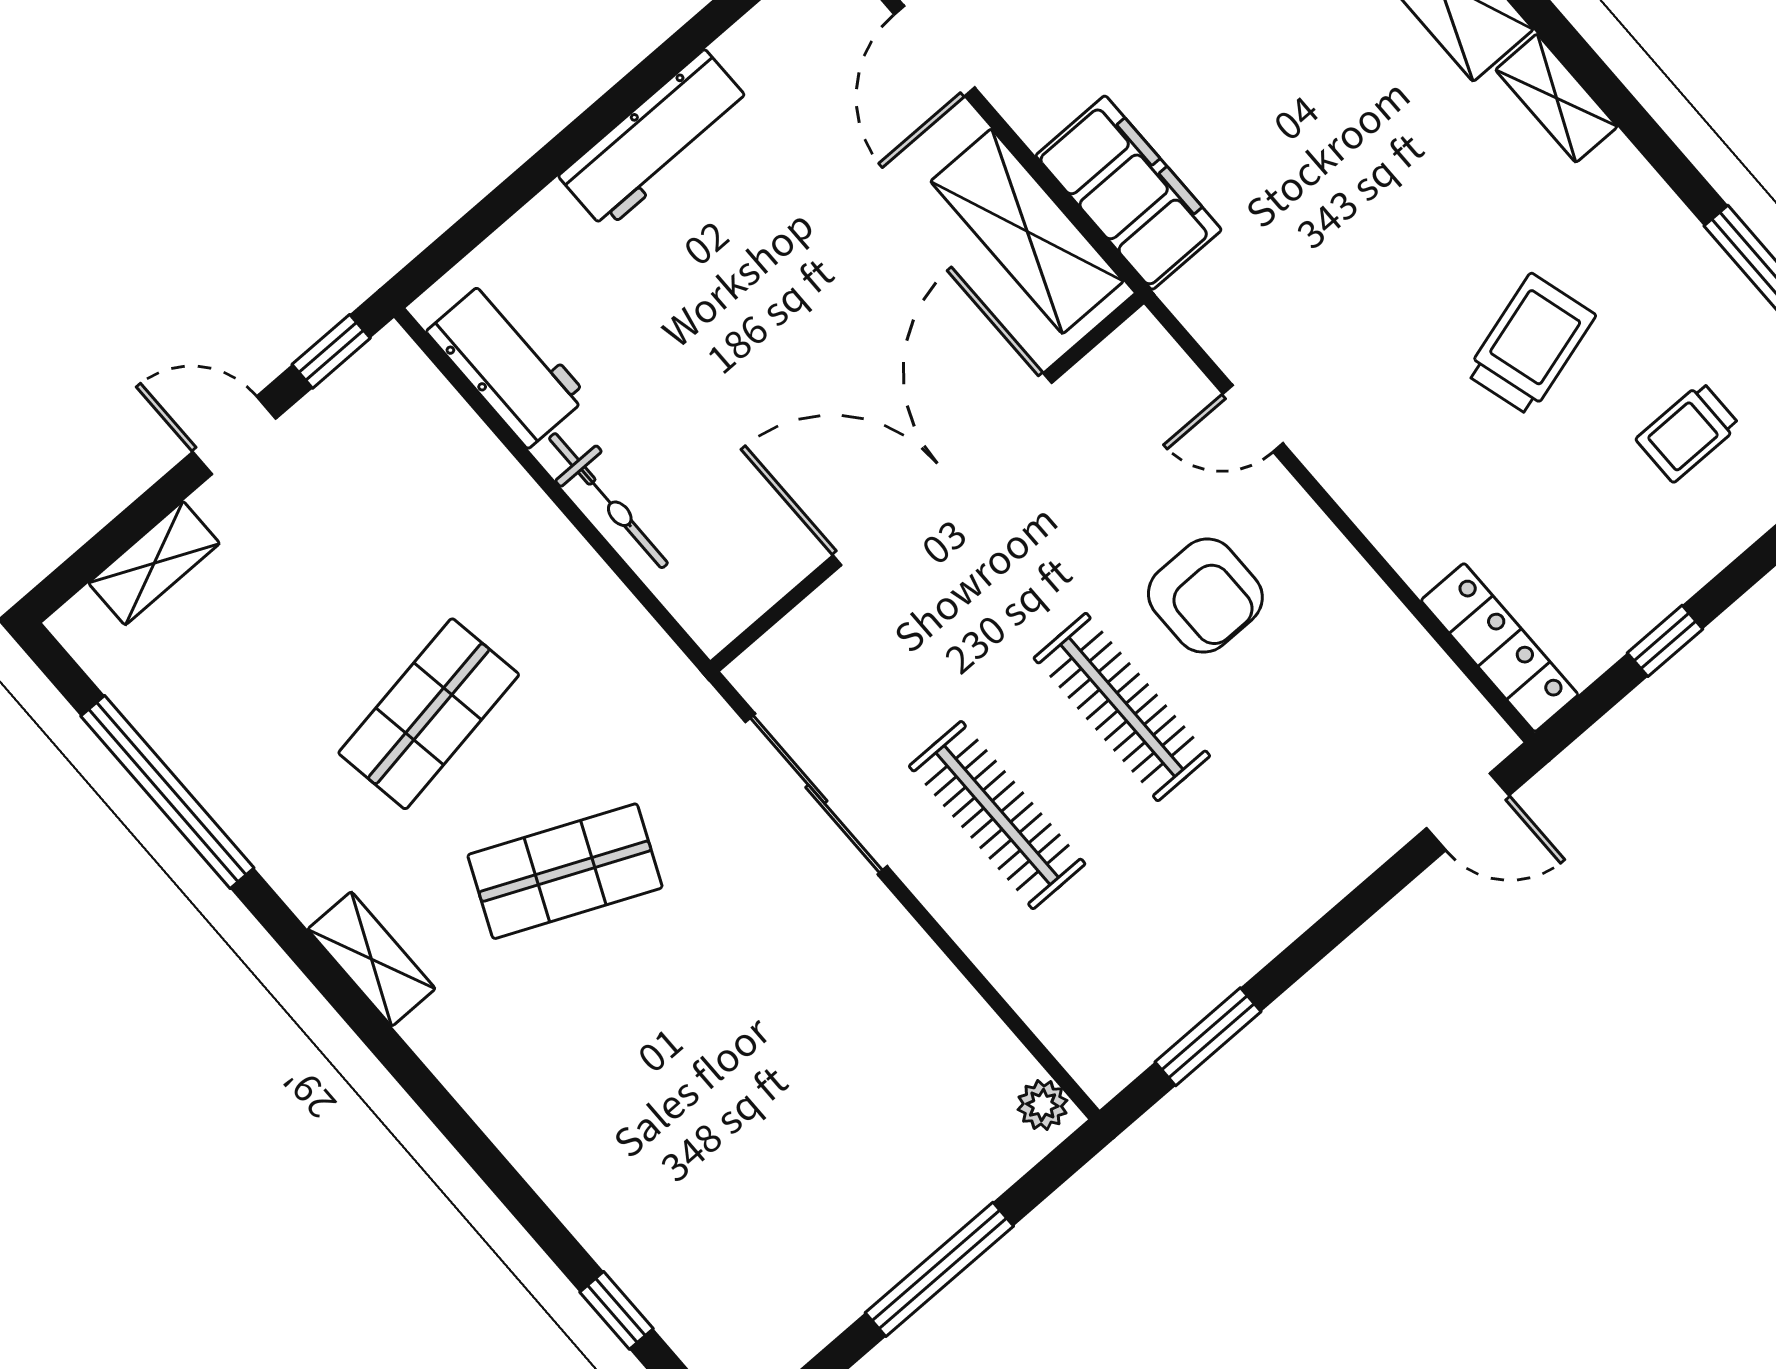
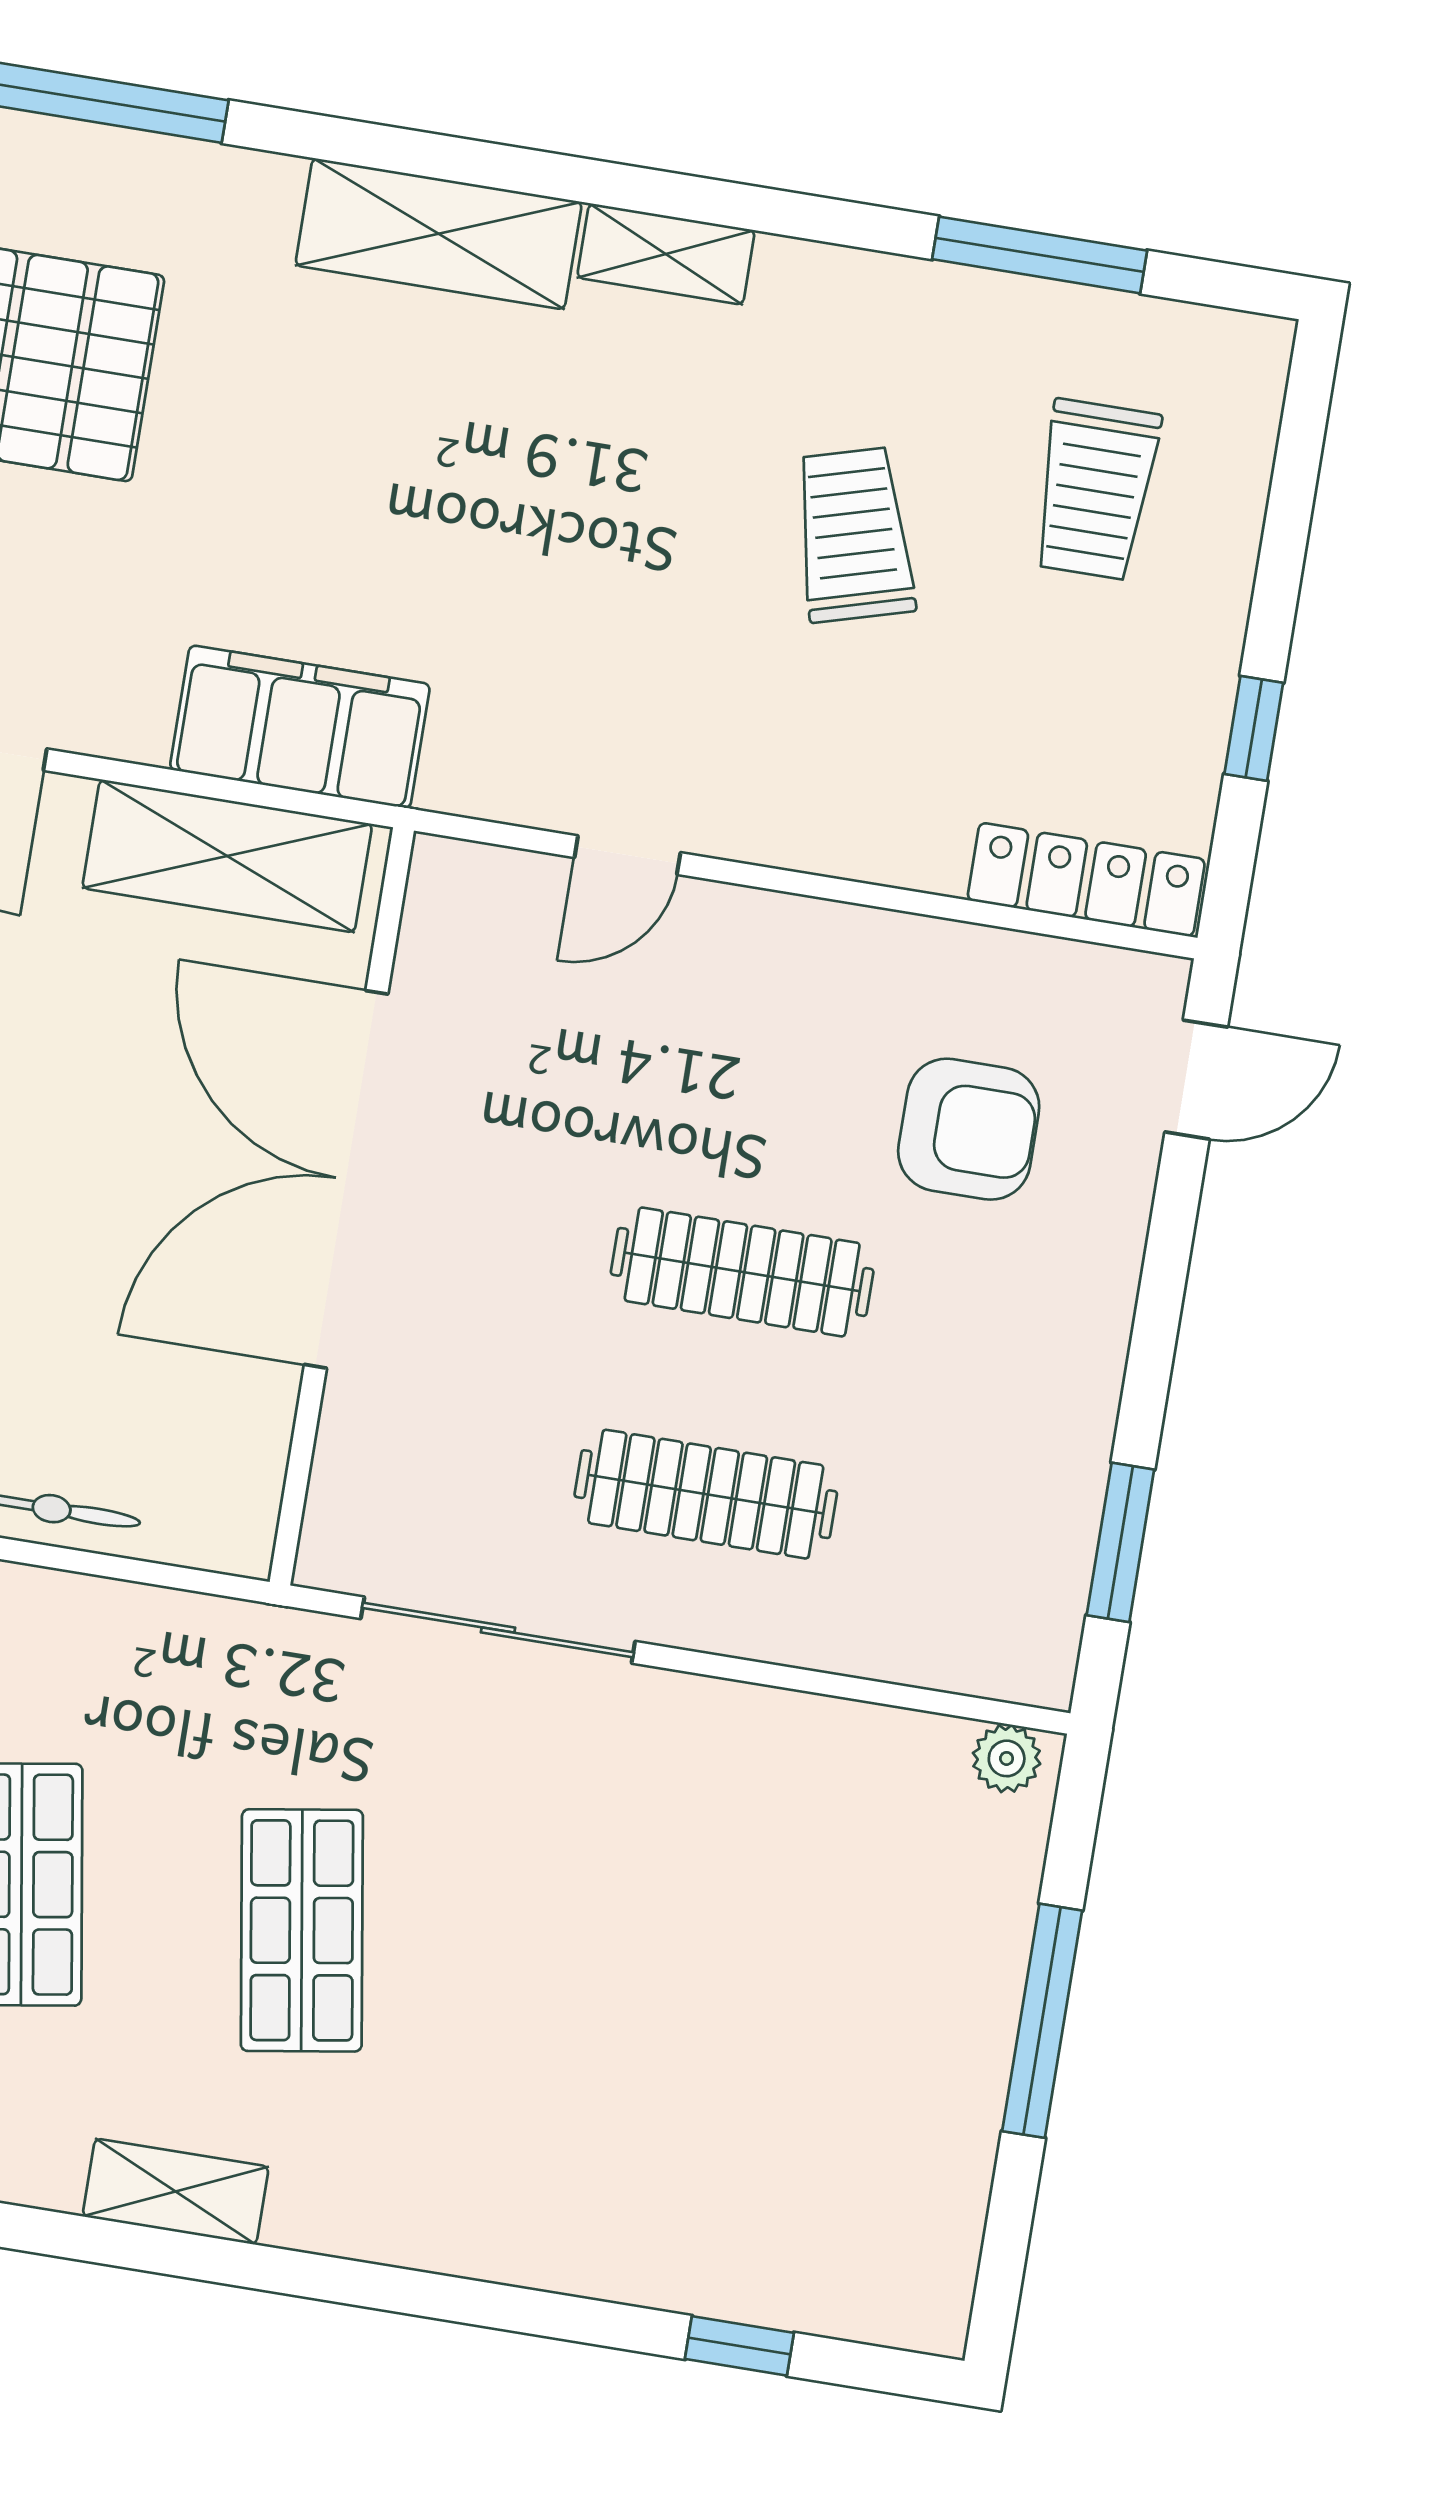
trolley: (1688, 432) -> (1095, 490), width x1.36, depth x1.39
armchair: (1205, 596) -> (969, 1129), moved
shop shelf: (565, 871) -> (302, 1930), turned -33

